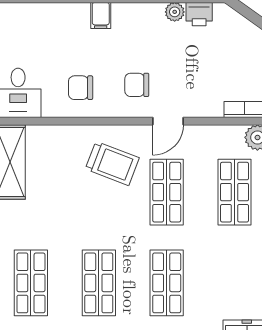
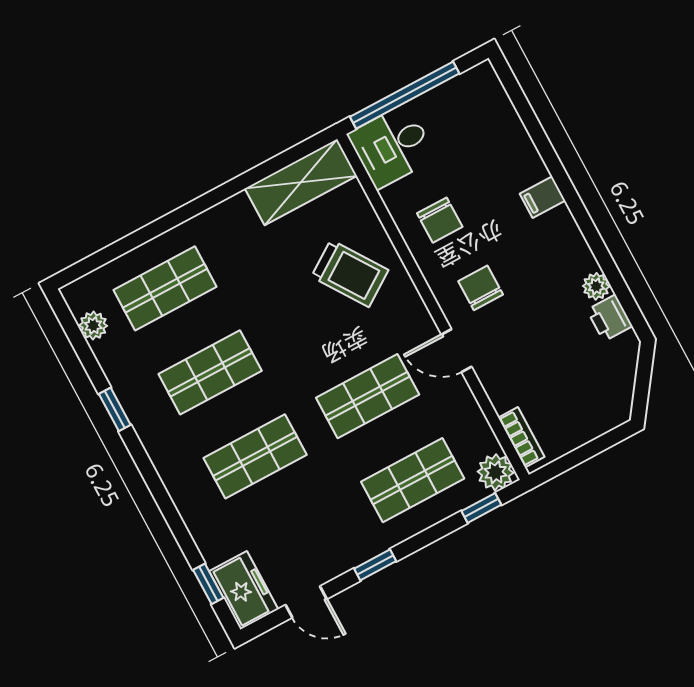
chair: (81, 88) -> (440, 220), turned 180
trolley: (112, 163) -> (350, 273), moved, turned -55

